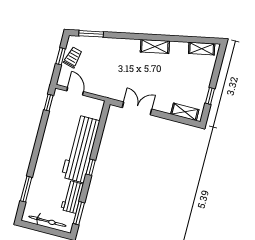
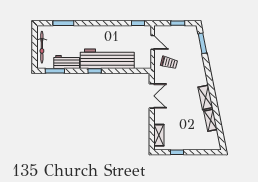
shelving: (202, 49) -> (211, 120), moved
trolley: (73, 57) -> (169, 63), moved
door: (75, 91) -> (153, 42), hinge flipped

